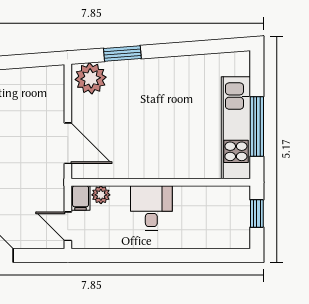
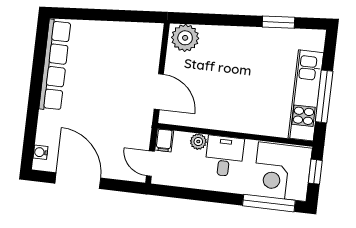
window: (122, 54) -> (278, 22), moved
plant: (101, 195) -> (198, 142), moved
corner desk: (219, 218) -> (282, 172), added
window: (208, 255) -> (269, 203), added

